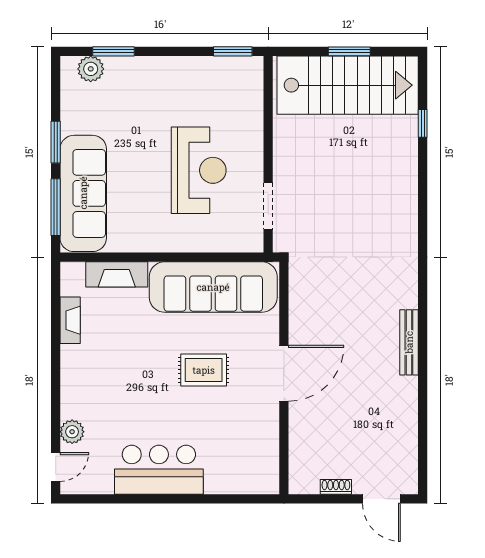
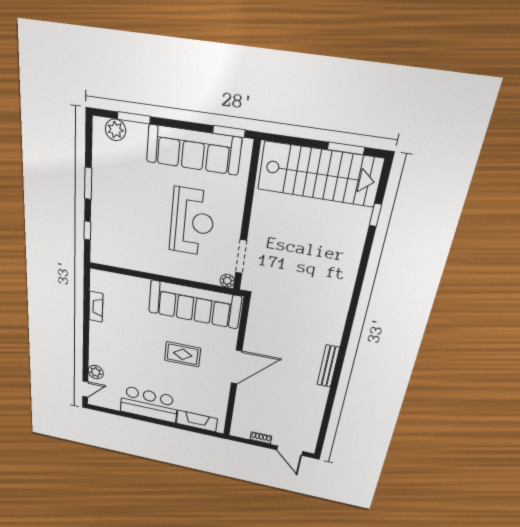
window: (349, 51) -> (346, 148), moved
sofa: (83, 193) -> (193, 150), moved, turned 90
window: (56, 207) -> (87, 231), width x0.46
plant: (254, 243) -> (227, 281), added
fireplace: (117, 274) -> (197, 421), moved, turned 180

